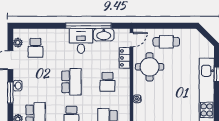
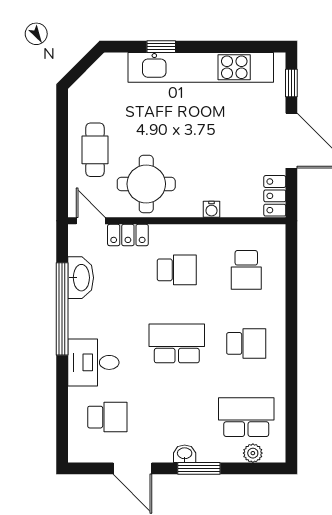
desk: (81, 41) -> (93, 362), moved
plant: (18, 43) -> (97, 453), removed

